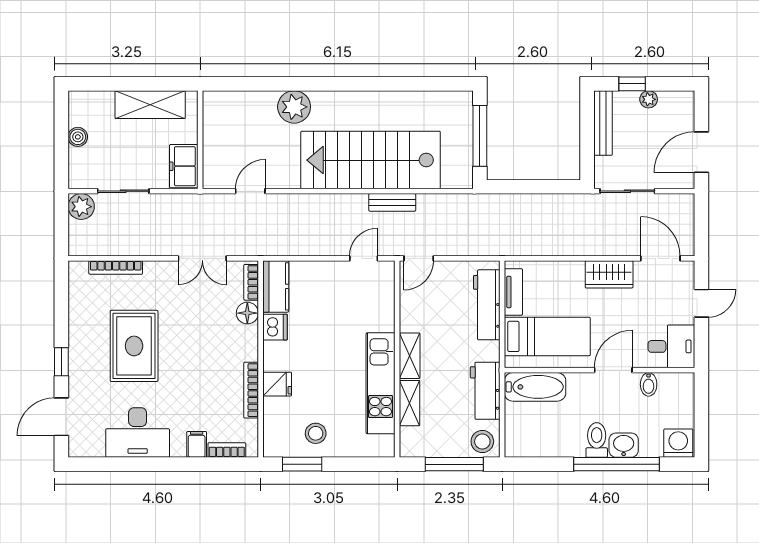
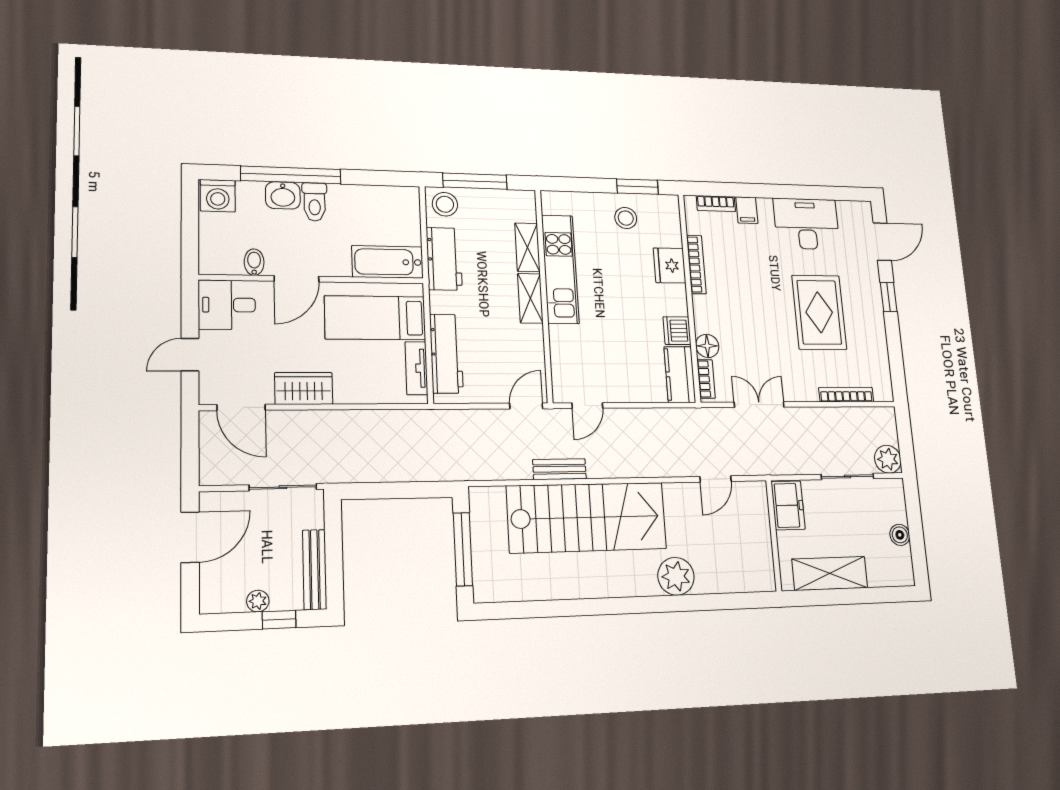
fridge: (277, 384) -> (670, 266), width x1.38

